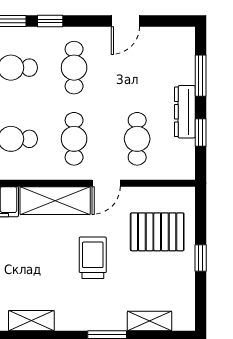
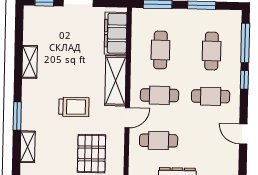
door: (106, 183) -> (127, 118), swing flipped

